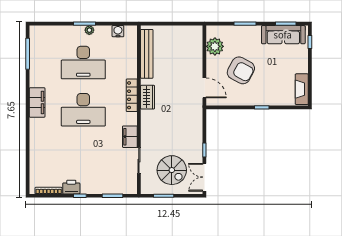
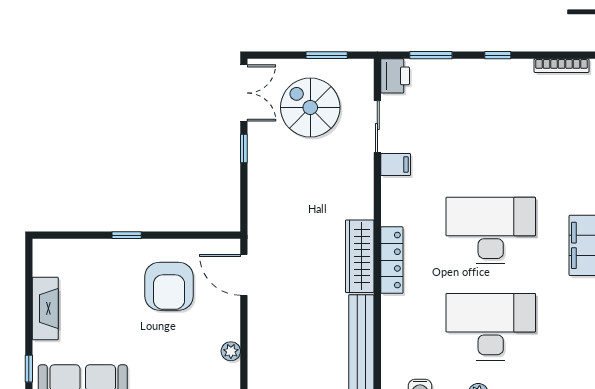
plant: (215, 46) -> (231, 351), width x0.53, depth x0.53
armchair: (241, 70) -> (169, 286), moved, turned -118
fireplace: (302, 89) -> (45, 308), moved
wardrobe: (148, 97) -> (360, 256), width x1.50
filing cabinet: (130, 137) -> (396, 165), width x0.50
printer: (71, 187) -> (395, 76), moved, turned -90

